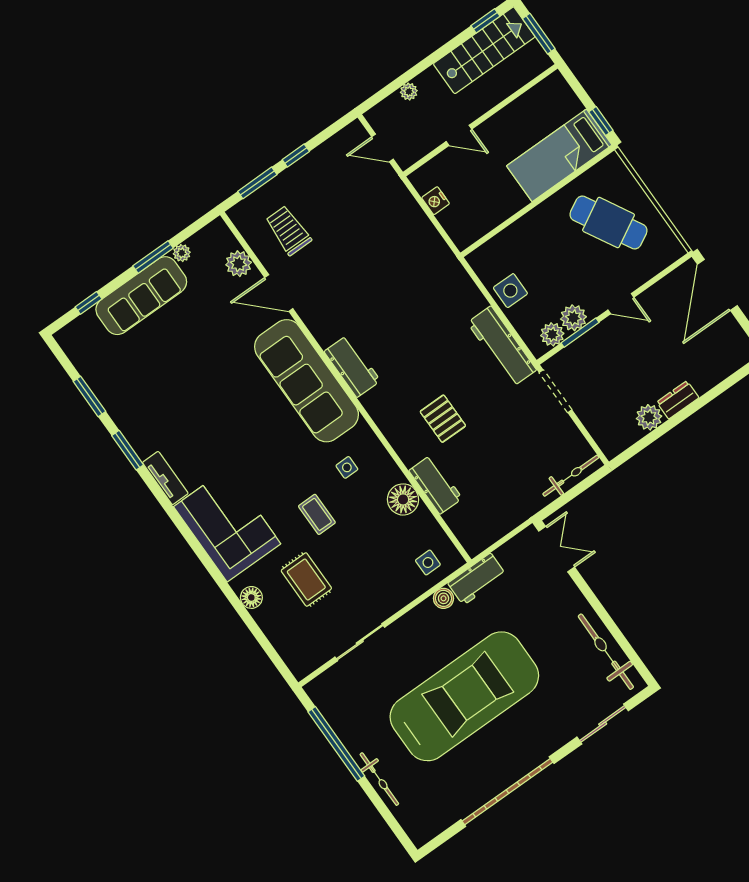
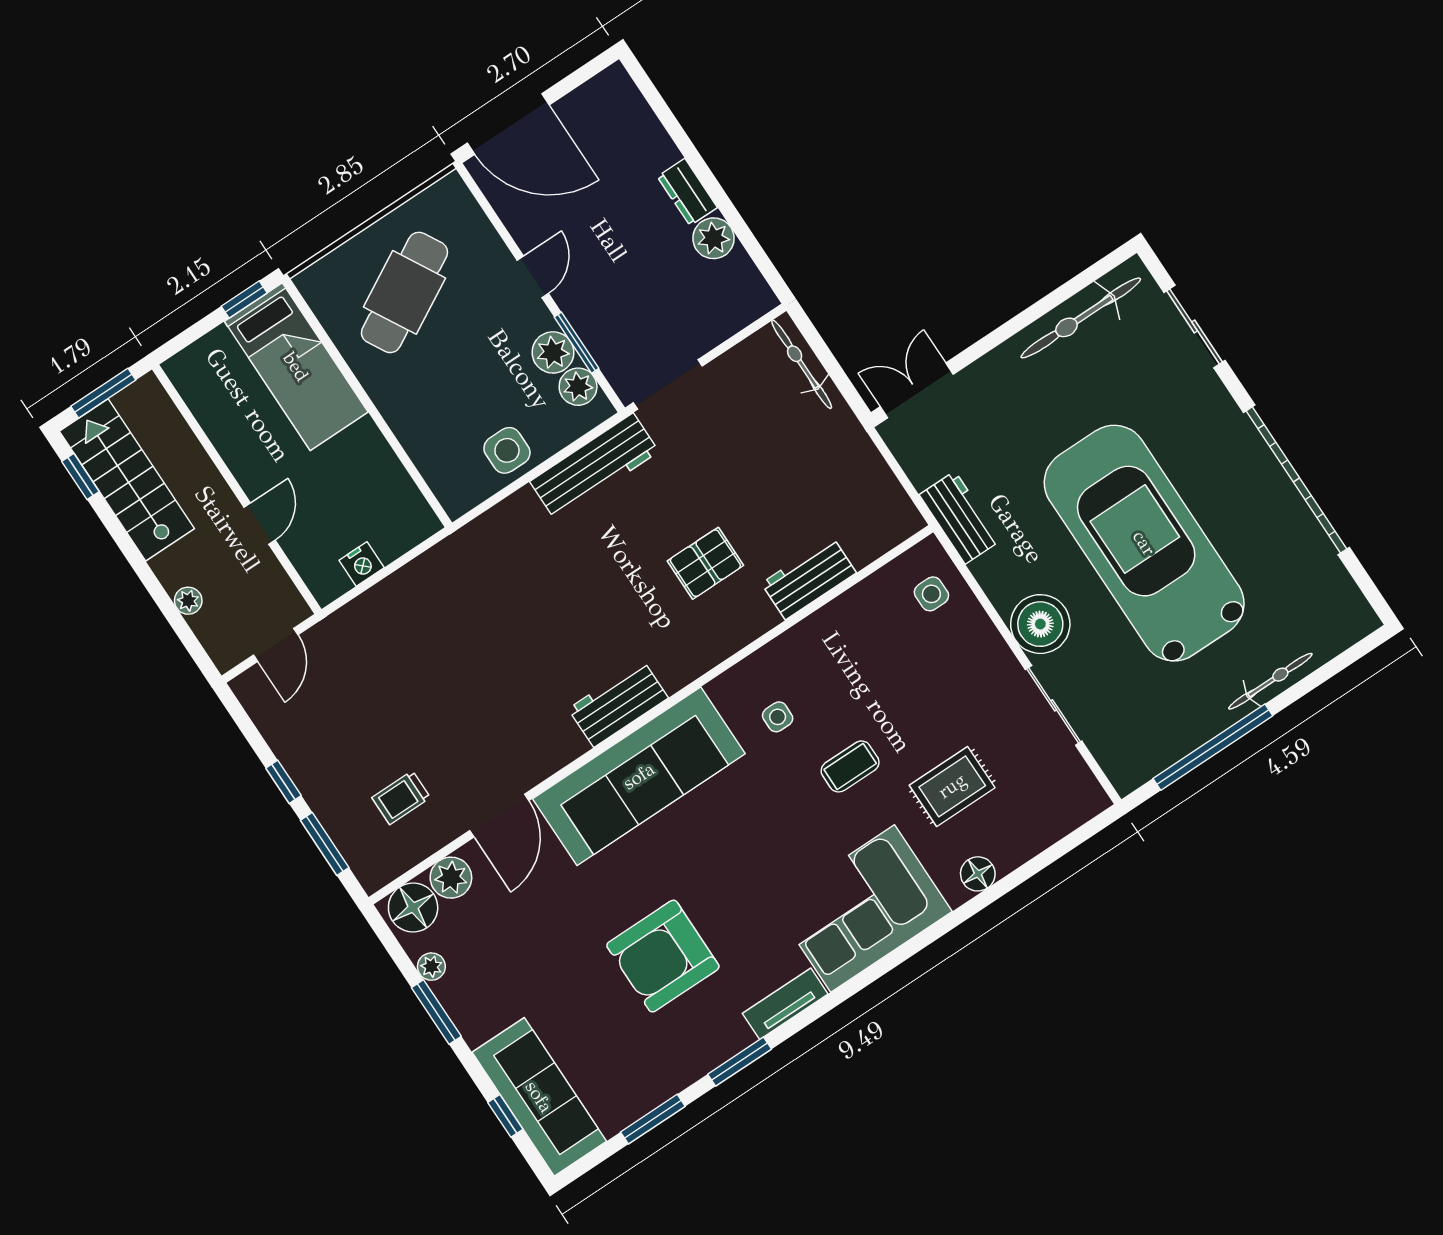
trolley: (288, 230) -> (401, 798), width x0.73, depth x0.72
sofa: (141, 296) -> (539, 1097), moved
armchair: (193, 400) -> (663, 956), added
floor lamp: (403, 499) -> (413, 908), moved
boiler: (443, 598) -> (1040, 624), moved, width x1.86, depth x1.86

